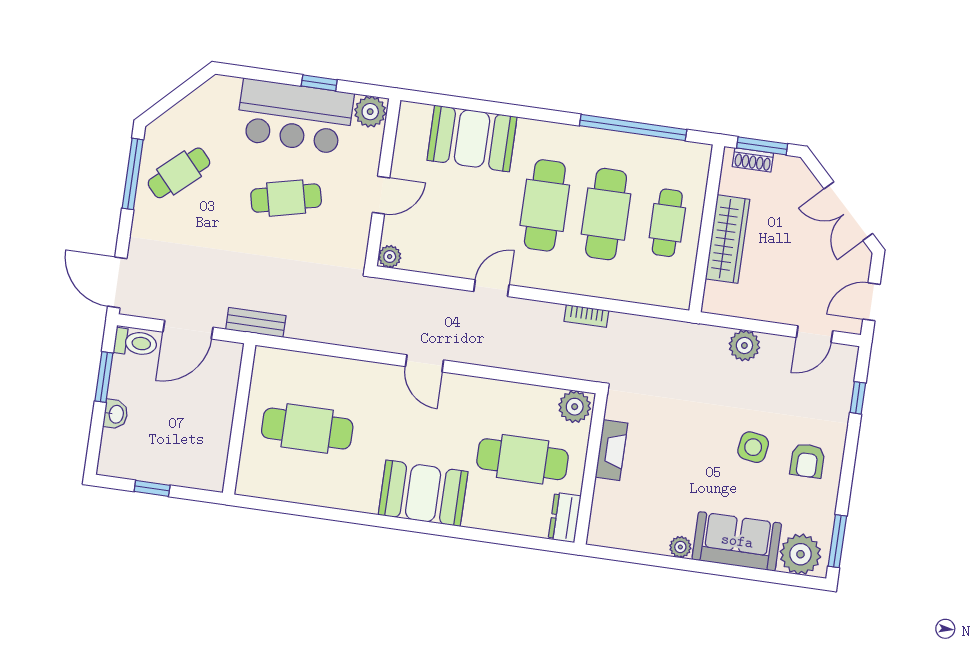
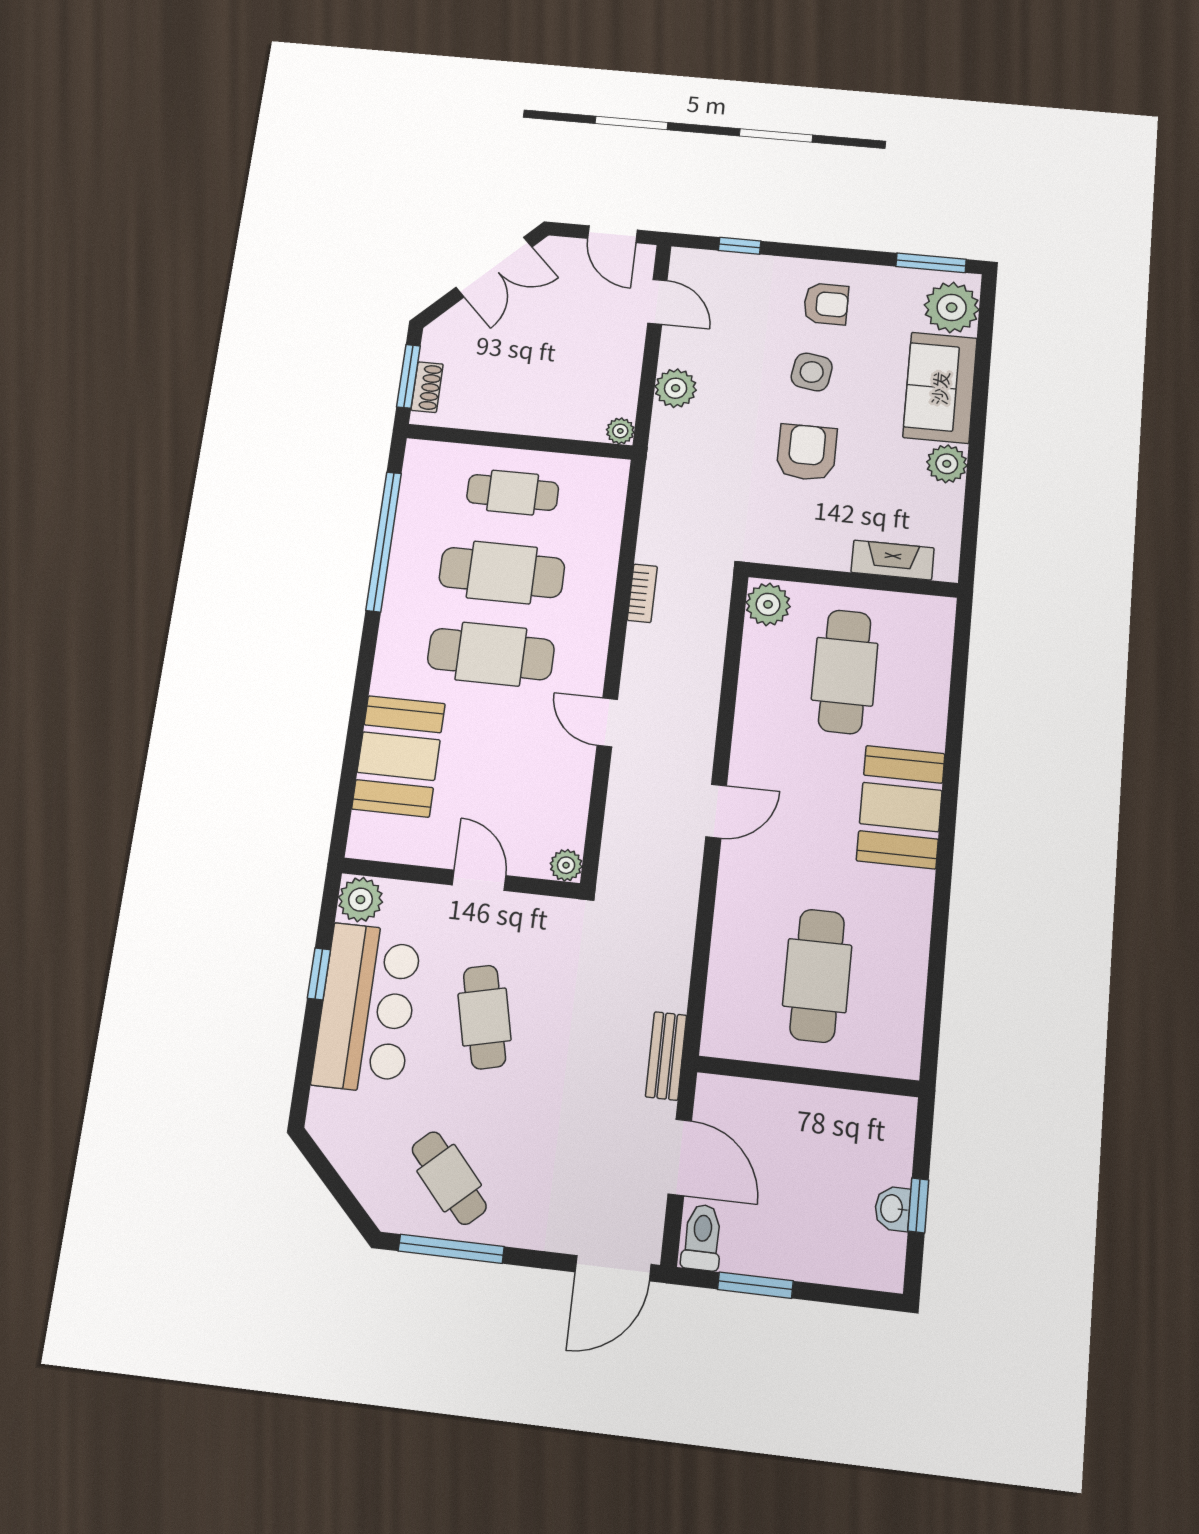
wardrobe: (728, 239) -> (533, 415), removed
plant: (712, 303) -> (620, 431), added
washbasin: (116, 414) -> (893, 1209), moved, turned -90
armchair: (690, 440) -> (807, 452), added
fireplace: (612, 450) -> (893, 560), moved
dresser: (565, 517) -> (923, 612), removed
plant: (680, 547) -> (947, 464), width x1.38, depth x1.38

